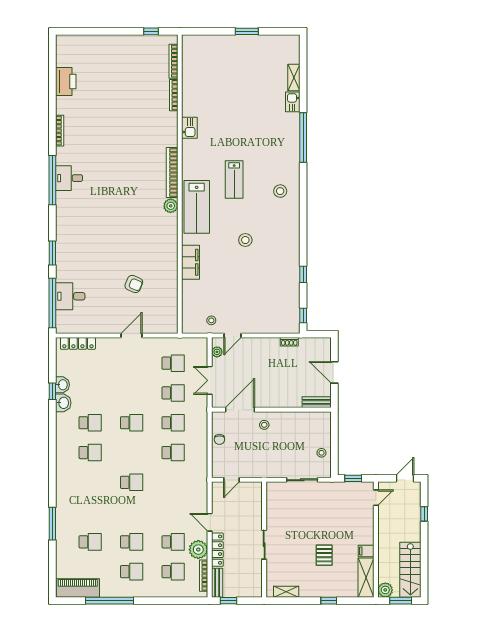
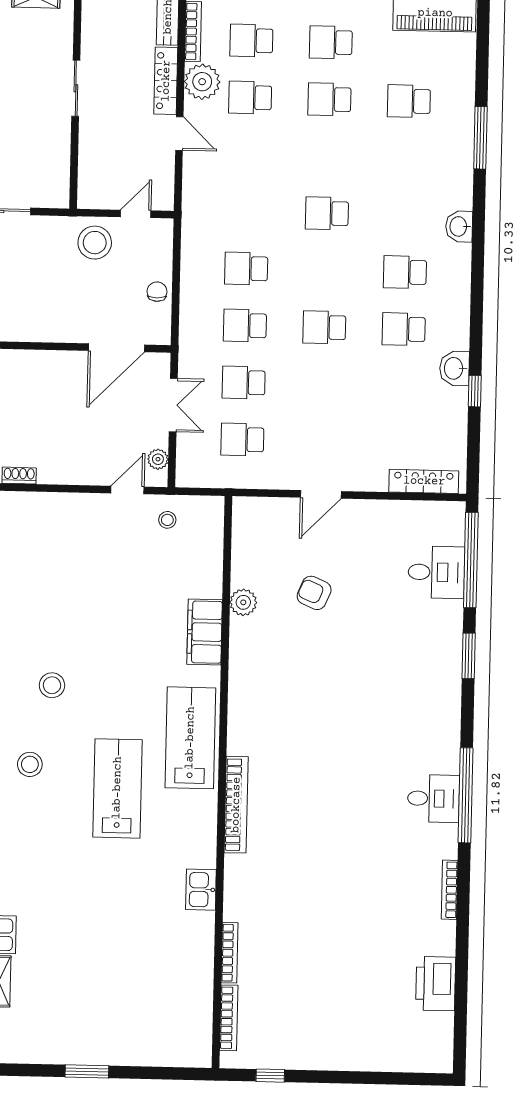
lab bench: (234, 180) -> (117, 788), width x1.36, depth x1.39
plant: (171, 206) -> (243, 602), moved
stool: (245, 240) -> (52, 685), moved
washbasin: (62, 385) -> (459, 226), moved
stool: (264, 425) -> (95, 243), moved, width x1.89, depth x1.89

